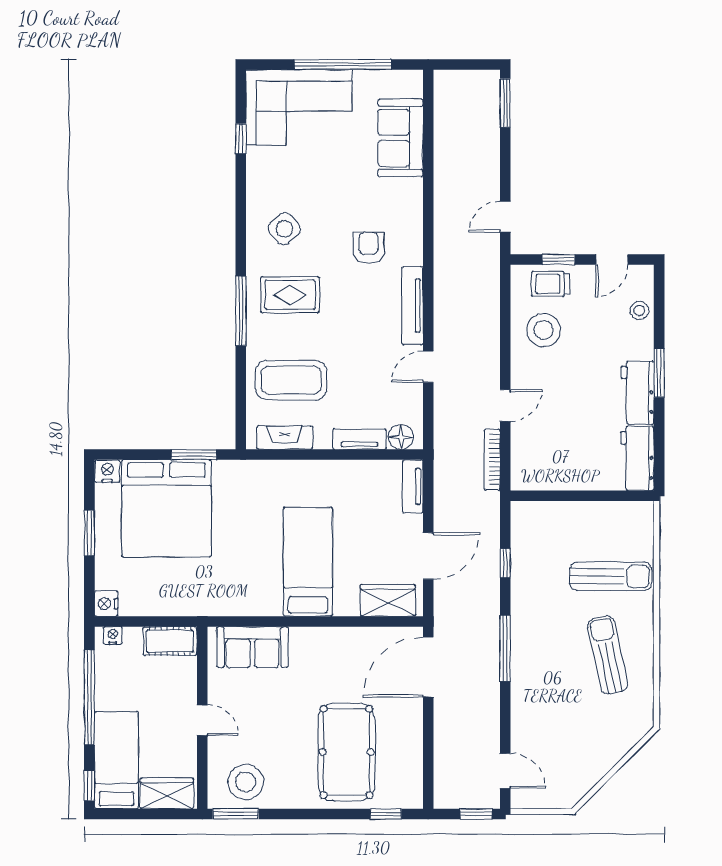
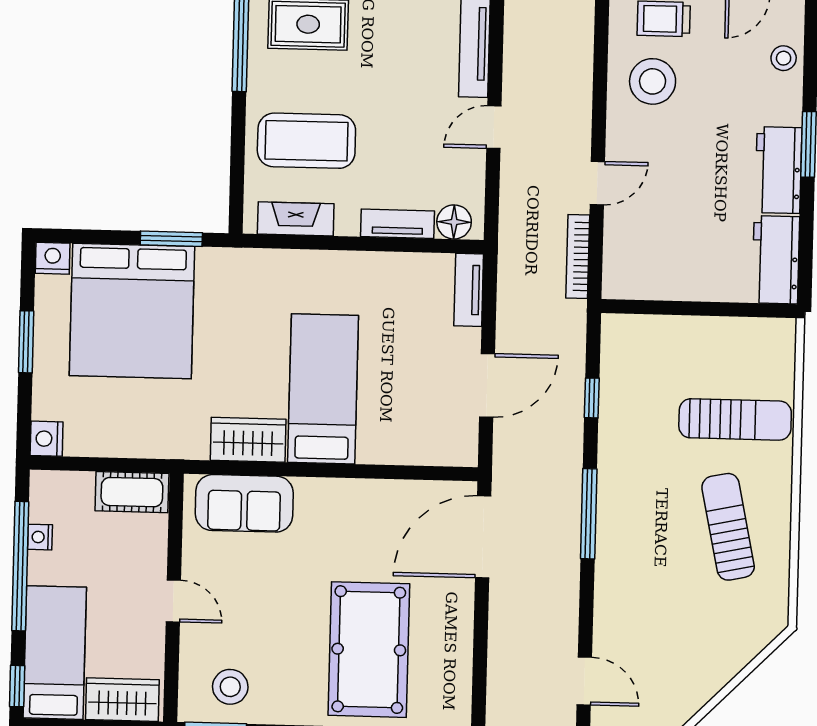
wardrobe: (388, 600) -> (248, 440), moved
nightstand: (113, 635) -> (40, 537), moved, turned -90
stool: (246, 782) -> (230, 687), width x0.73, depth x0.73

